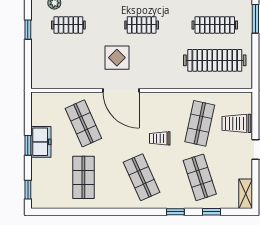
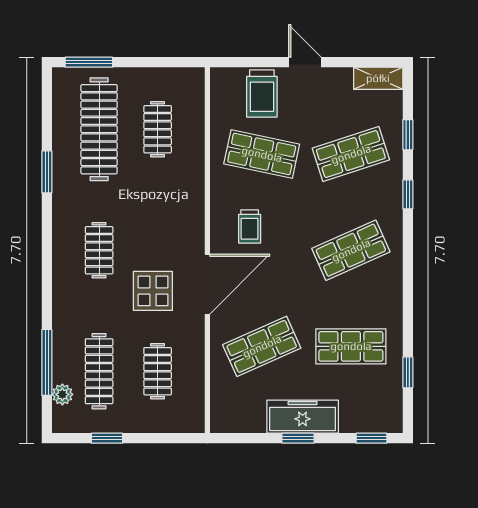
clothes rail: (68, 25) -> (99, 371), width x1.36
clothes rail: (215, 25) -> (99, 129), width x1.37, depth x1.31
clothes rail: (68, 60) -> (158, 371), added
clothes rail: (215, 60) -> (158, 129), width x0.54, depth x0.76
trolley: (160, 138) -> (250, 226), moved
freezer: (41, 142) -> (303, 417), width x1.40
window: (68, 212) -> (408, 372), added

